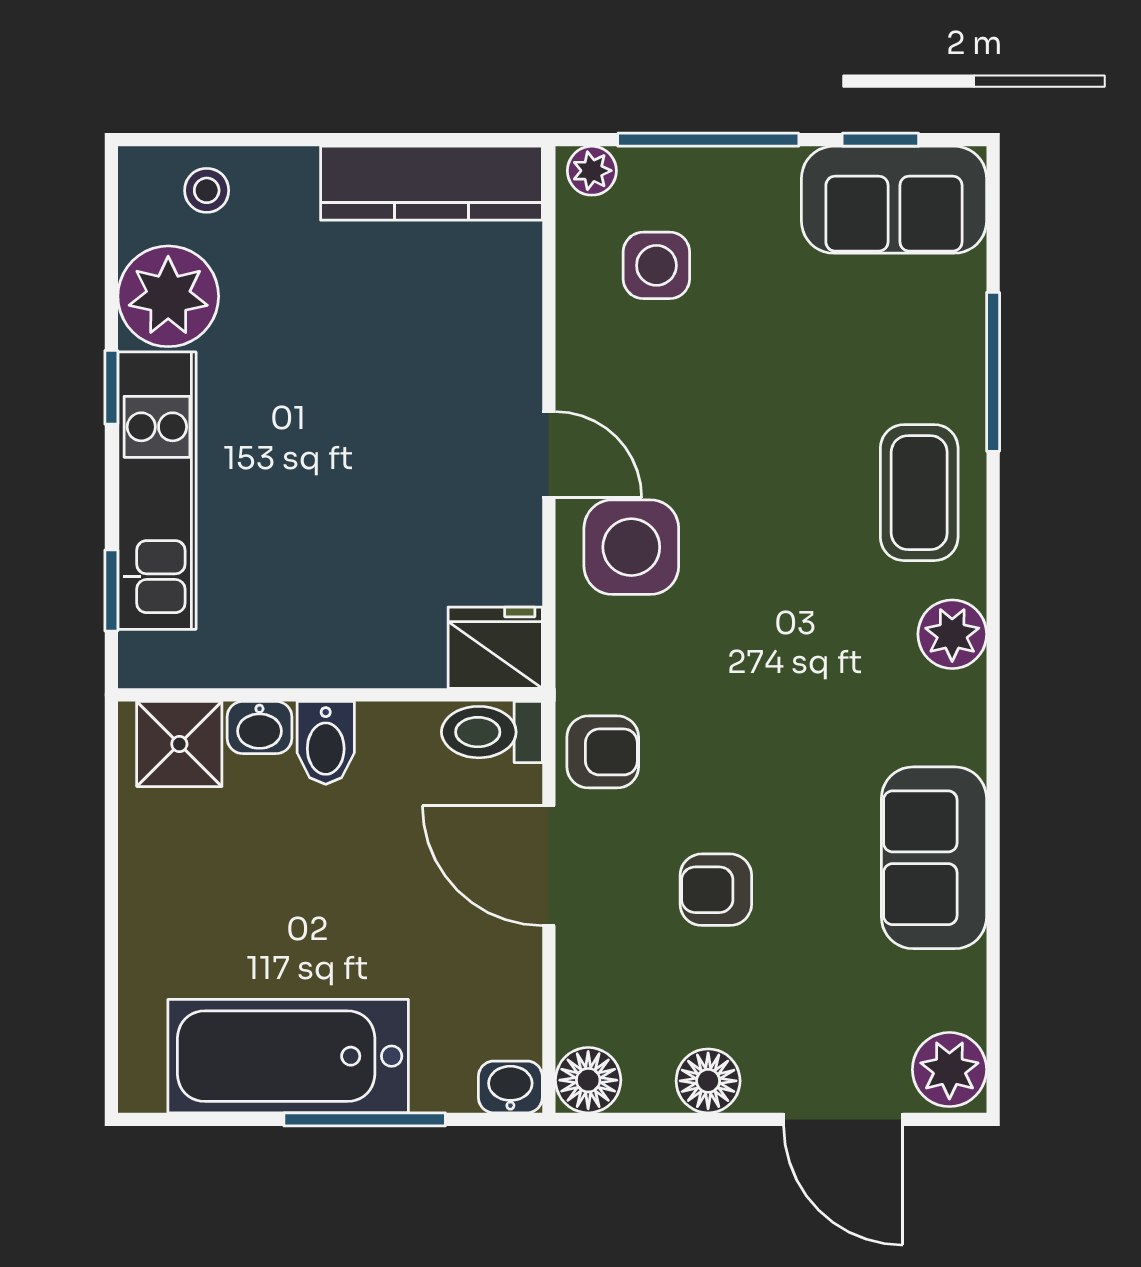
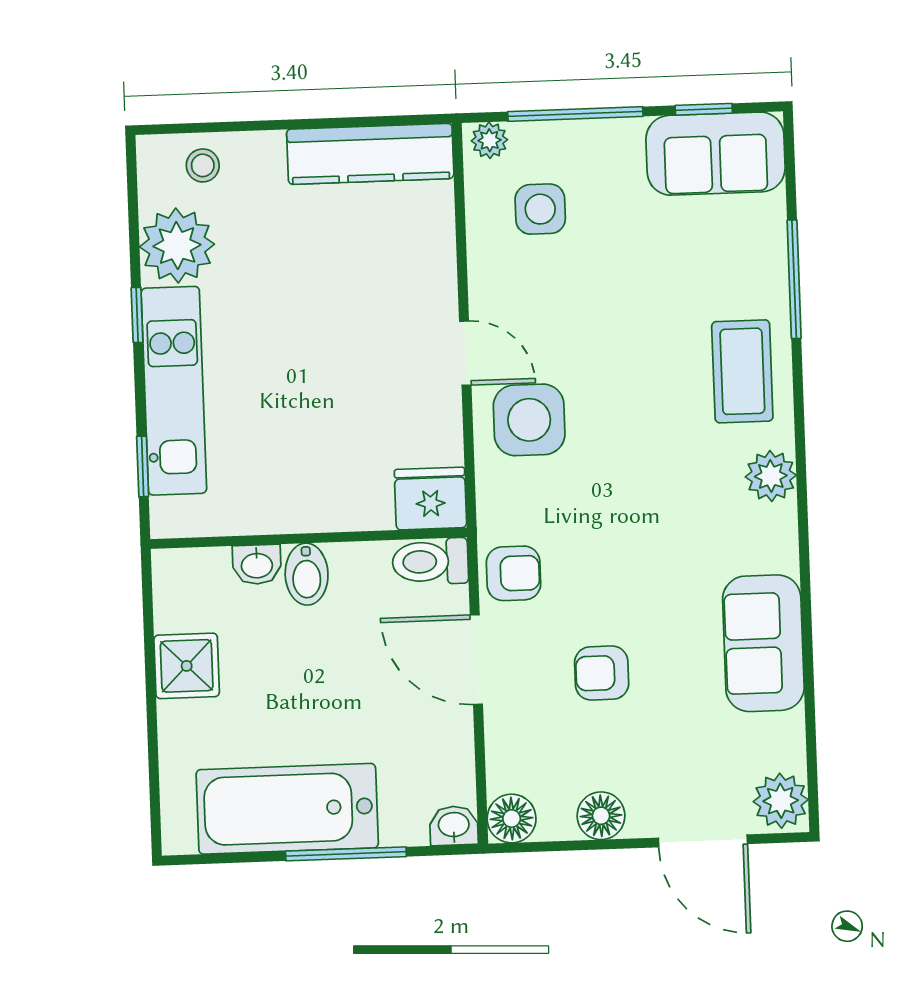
shower: (179, 744) -> (187, 666), moved

